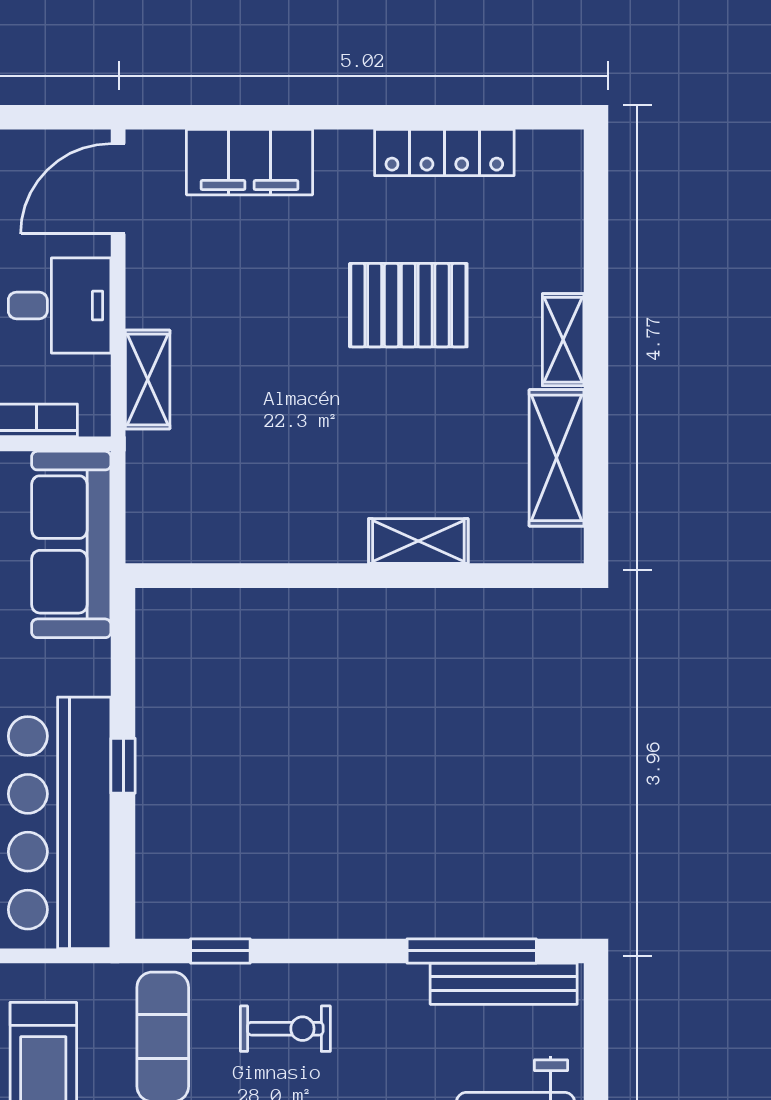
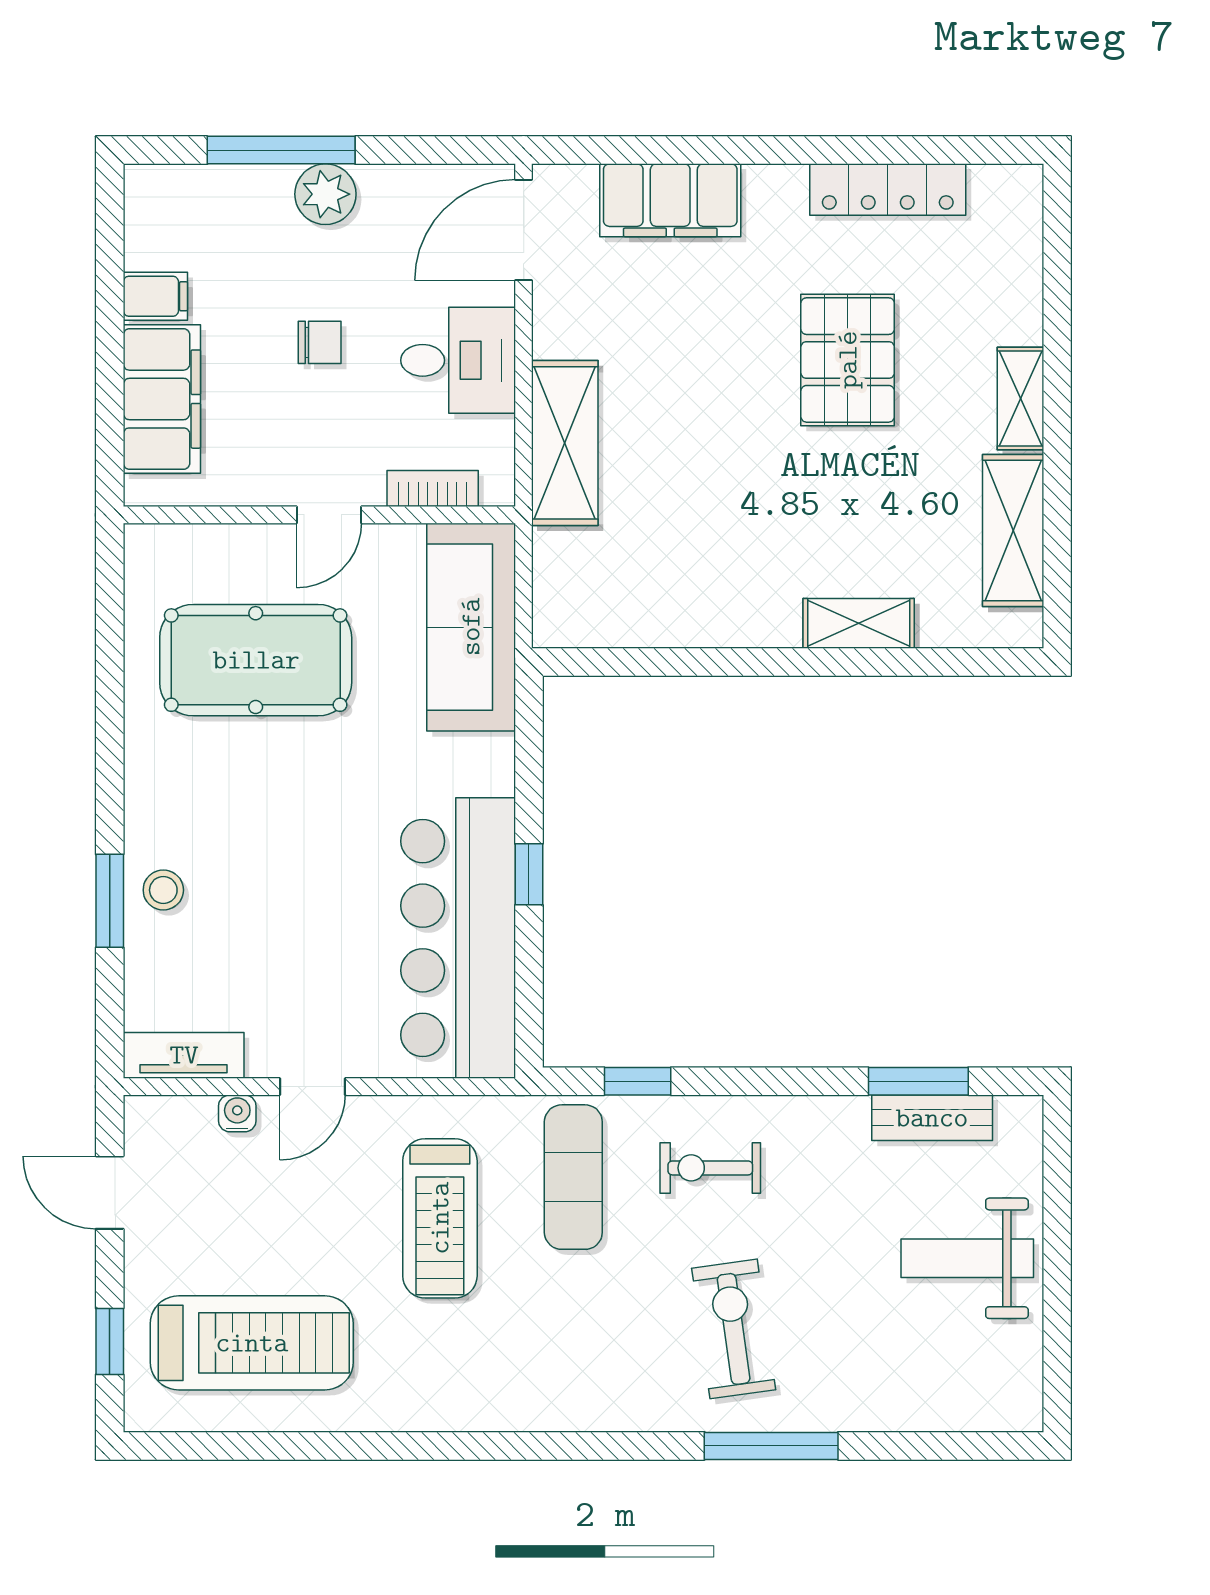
pallet: (408, 305) -> (848, 360), turned 90
shelving: (148, 379) -> (565, 443), width x1.50, depth x1.33
window: (472, 951) -> (918, 1081), width x0.69
bench: (504, 984) -> (932, 1118), width x0.73
exercise bike: (285, 1029) -> (710, 1168), turned 180

